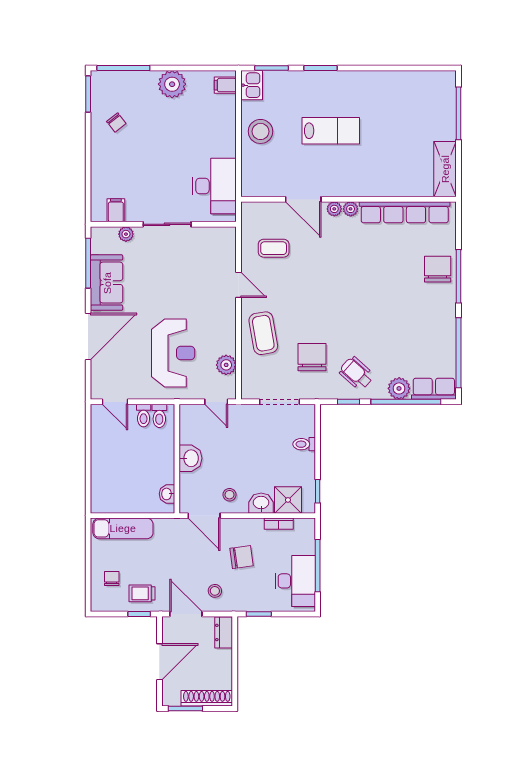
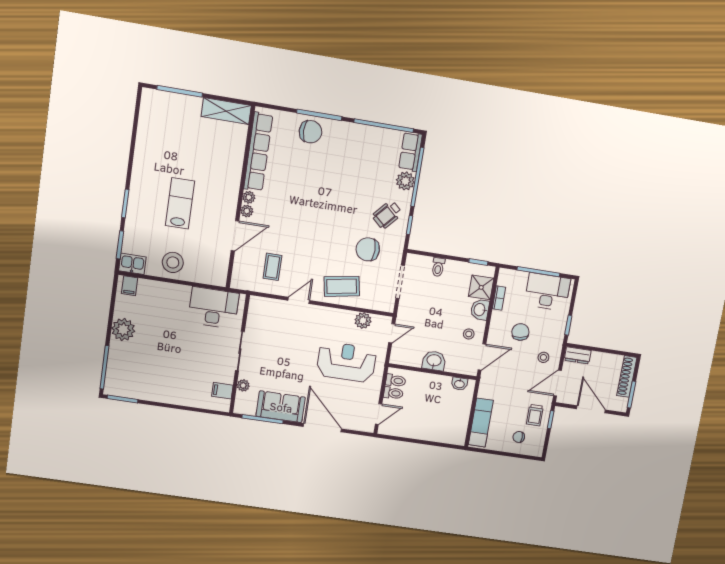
chair: (116, 122) -> (149, 380), removed
chair: (438, 269) -> (311, 132), turned 180

